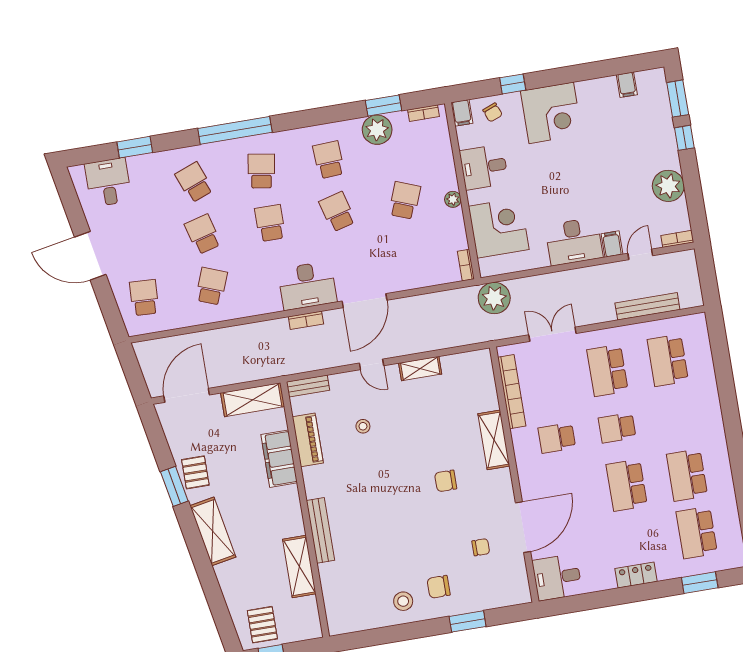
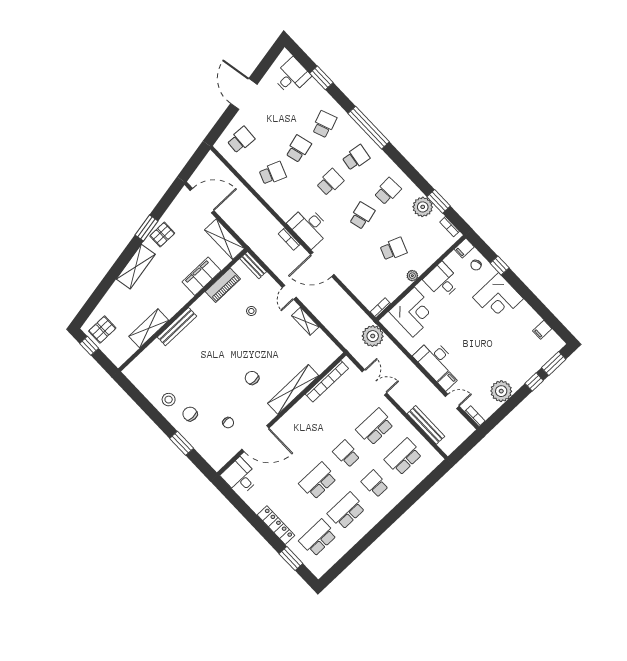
school desk: (557, 438) -> (375, 484), moved
shelving: (494, 440) -> (293, 389), width x1.47
locker: (636, 575) -> (276, 525), width x1.53

